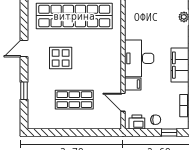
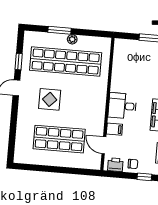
desk: (139, 58) -> (122, 106), width x0.73
window: (24, 91) -> (19, 62), moved
shop shelf: (74, 100) -> (59, 139), width x1.43, depth x1.36

